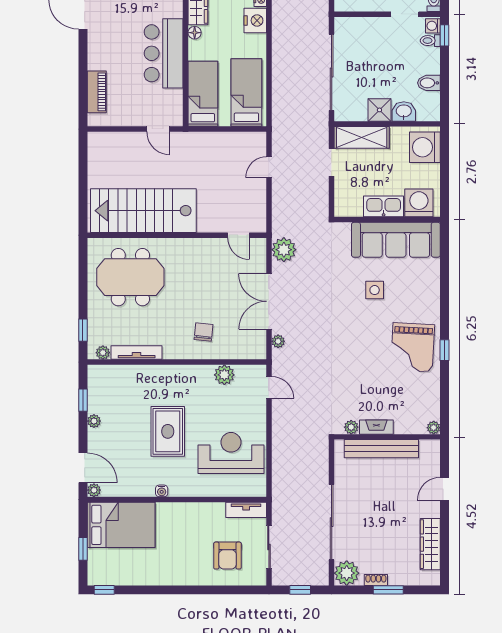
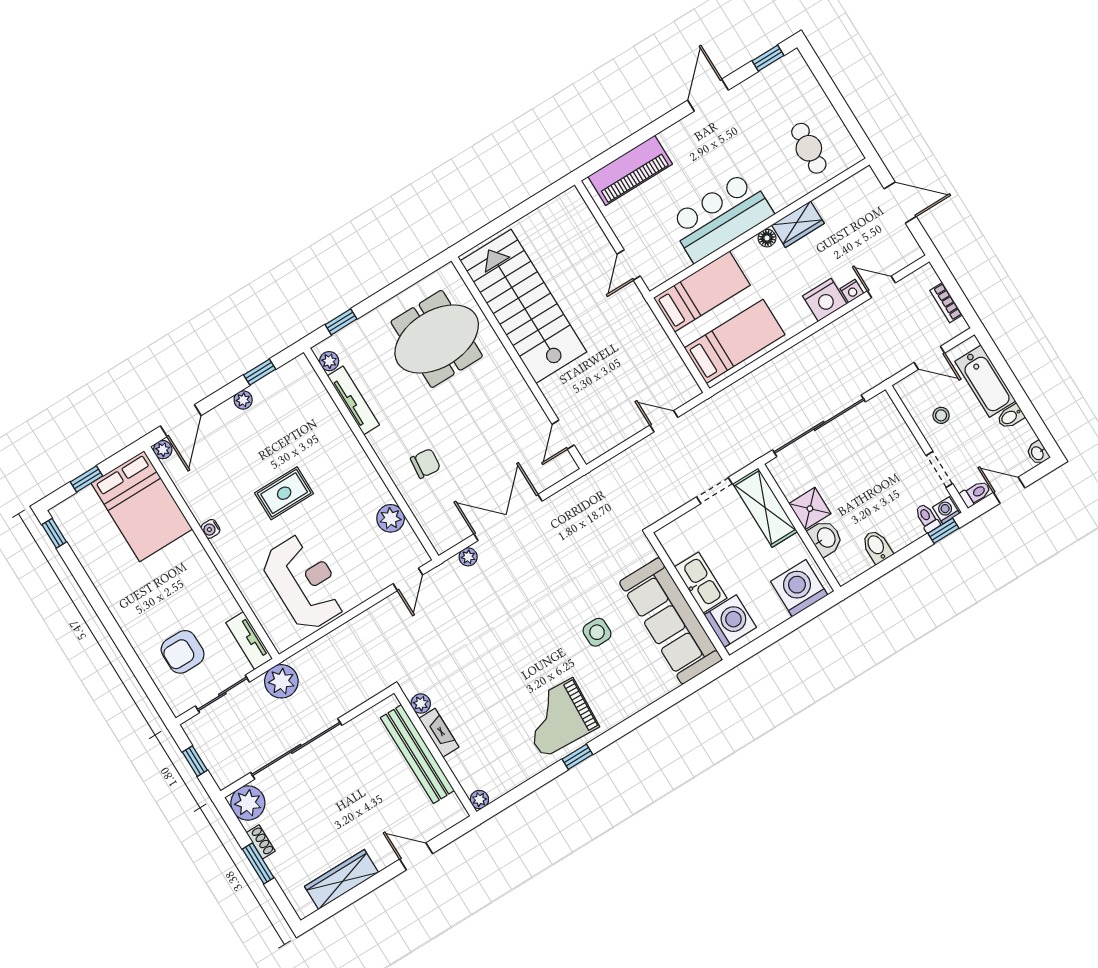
piano: (97, 92) -> (630, 170), width x1.37, depth x1.33
plant: (284, 250) -> (281, 681), moved
meeting table: (130, 277) -> (437, 339), turned 90
rug: (168, 431) -> (284, 493), width x0.73, depth x0.70

